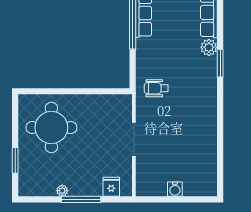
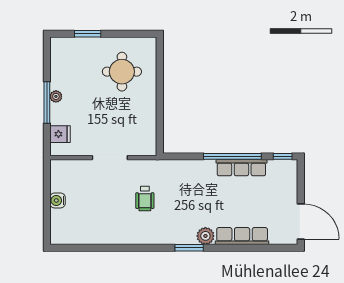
wheelchair: (156, 88) -> (145, 199), moved, turned 180
round table: (51, 128) -> (122, 72), width x0.73, depth x0.73
plant: (62, 191) -> (56, 96), moved

